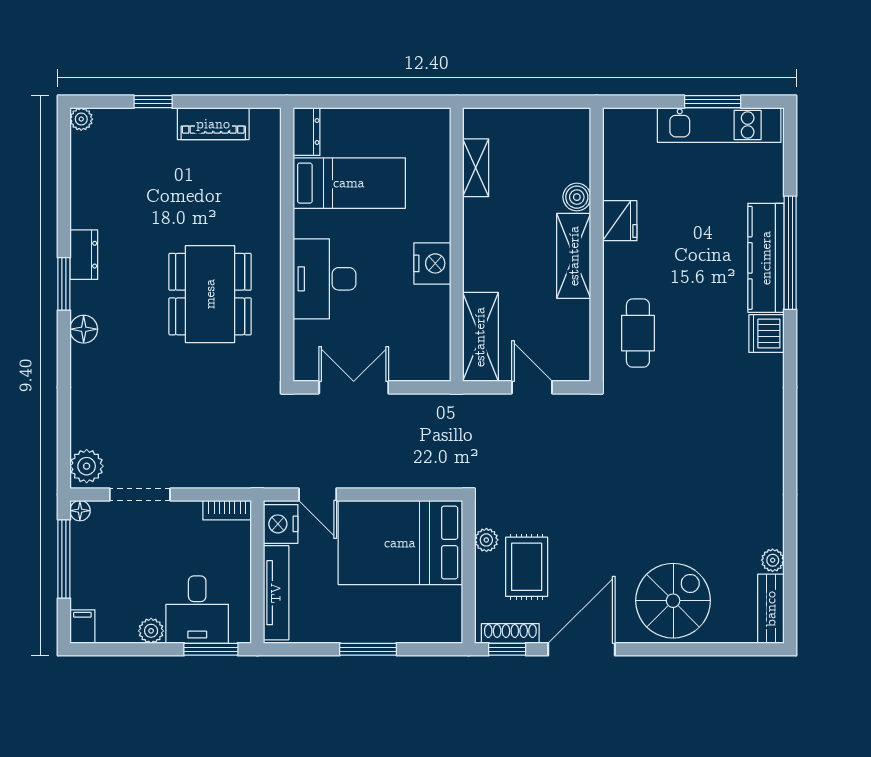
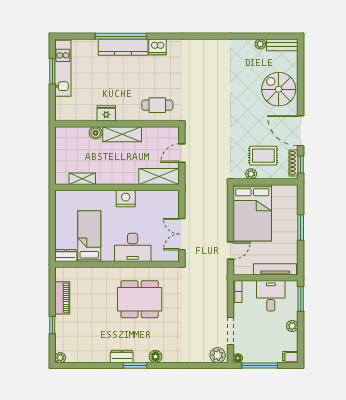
nightstand: (281, 524) -> (244, 267), removed
desk: (197, 610) -> (271, 296), moved, turned -90

